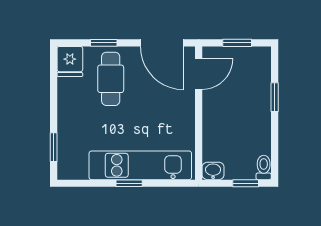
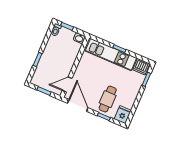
dishwasher: (73, 167) -> (141, 67), added

